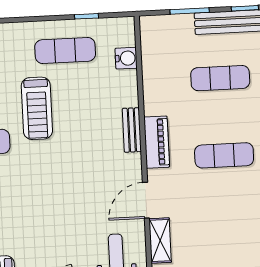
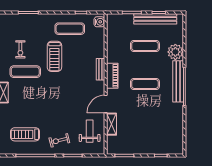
water cooler: (126, 58) -> (99, 22), moved

